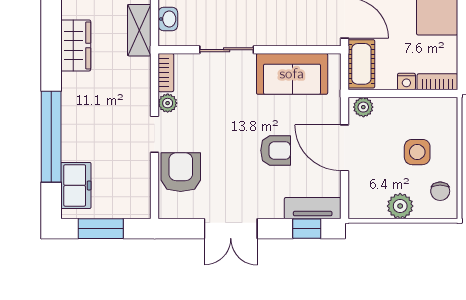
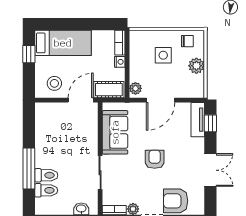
armchair: (276, 150) -> (155, 159), moved

